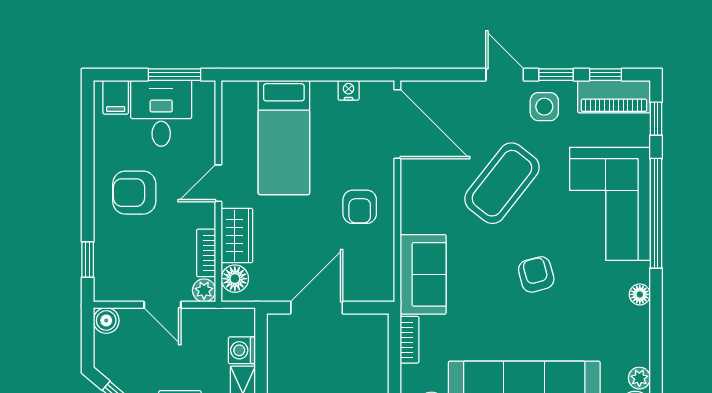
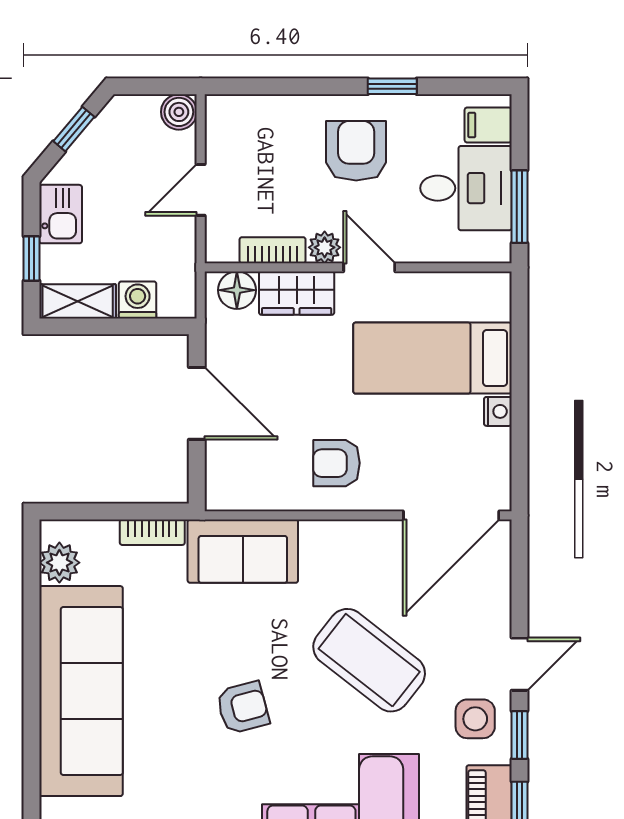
nightstand: (349, 90) -> (498, 411), moved
window: (88, 260) -> (392, 86), moved
plant: (204, 290) -> (325, 247), moved

